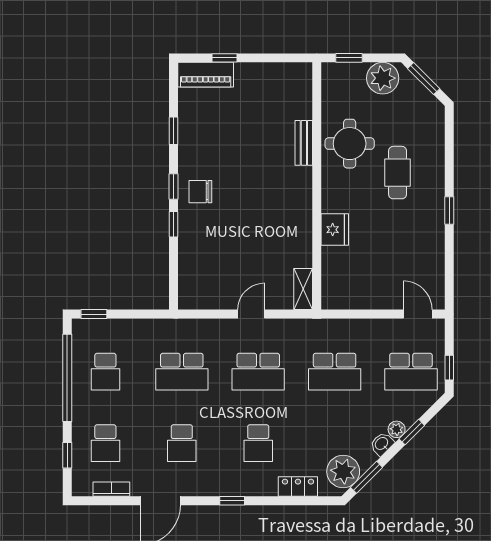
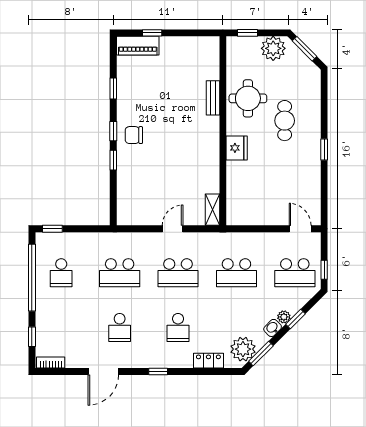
fridge: (335, 230) -> (237, 148), moved
school desk: (105, 443) -> (61, 327), removed
bookcase: (111, 489) -> (51, 363), moved

